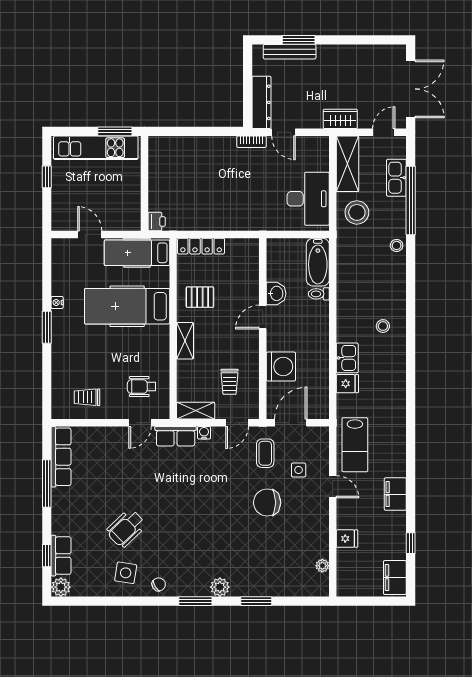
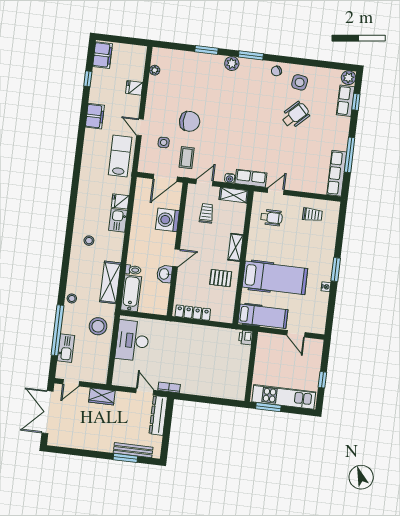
shelving: (347, 164) -> (110, 282), moved
locker: (201, 246) -> (193, 313), moved

